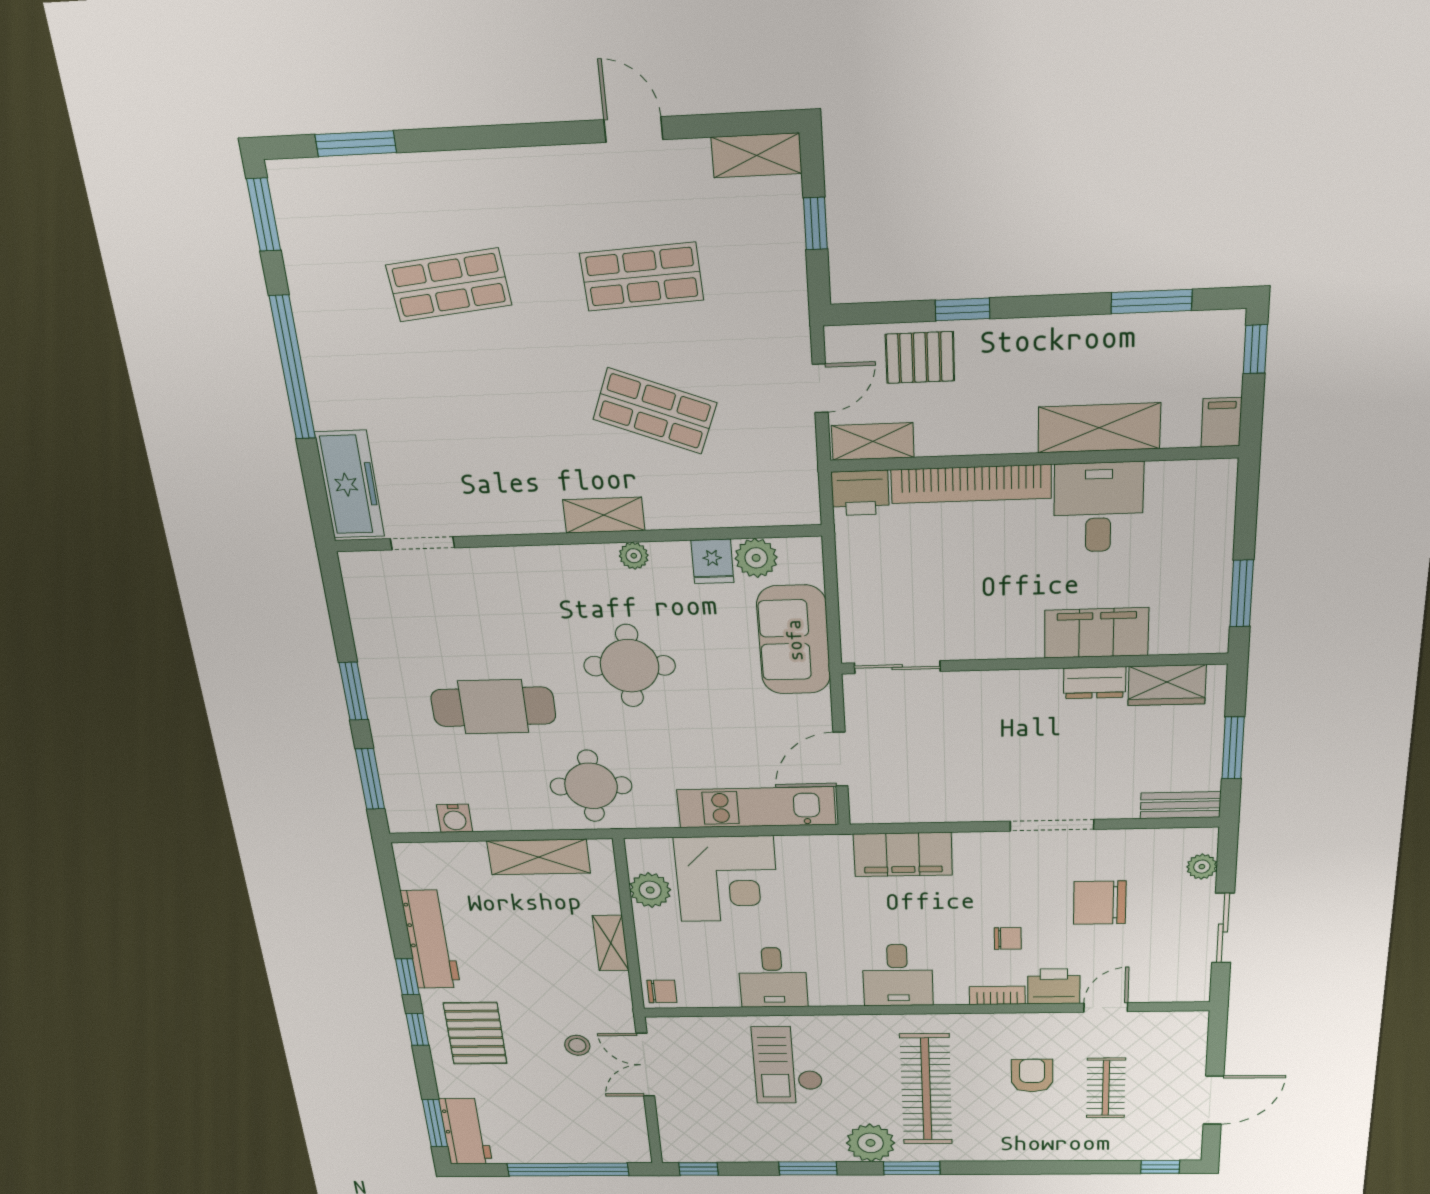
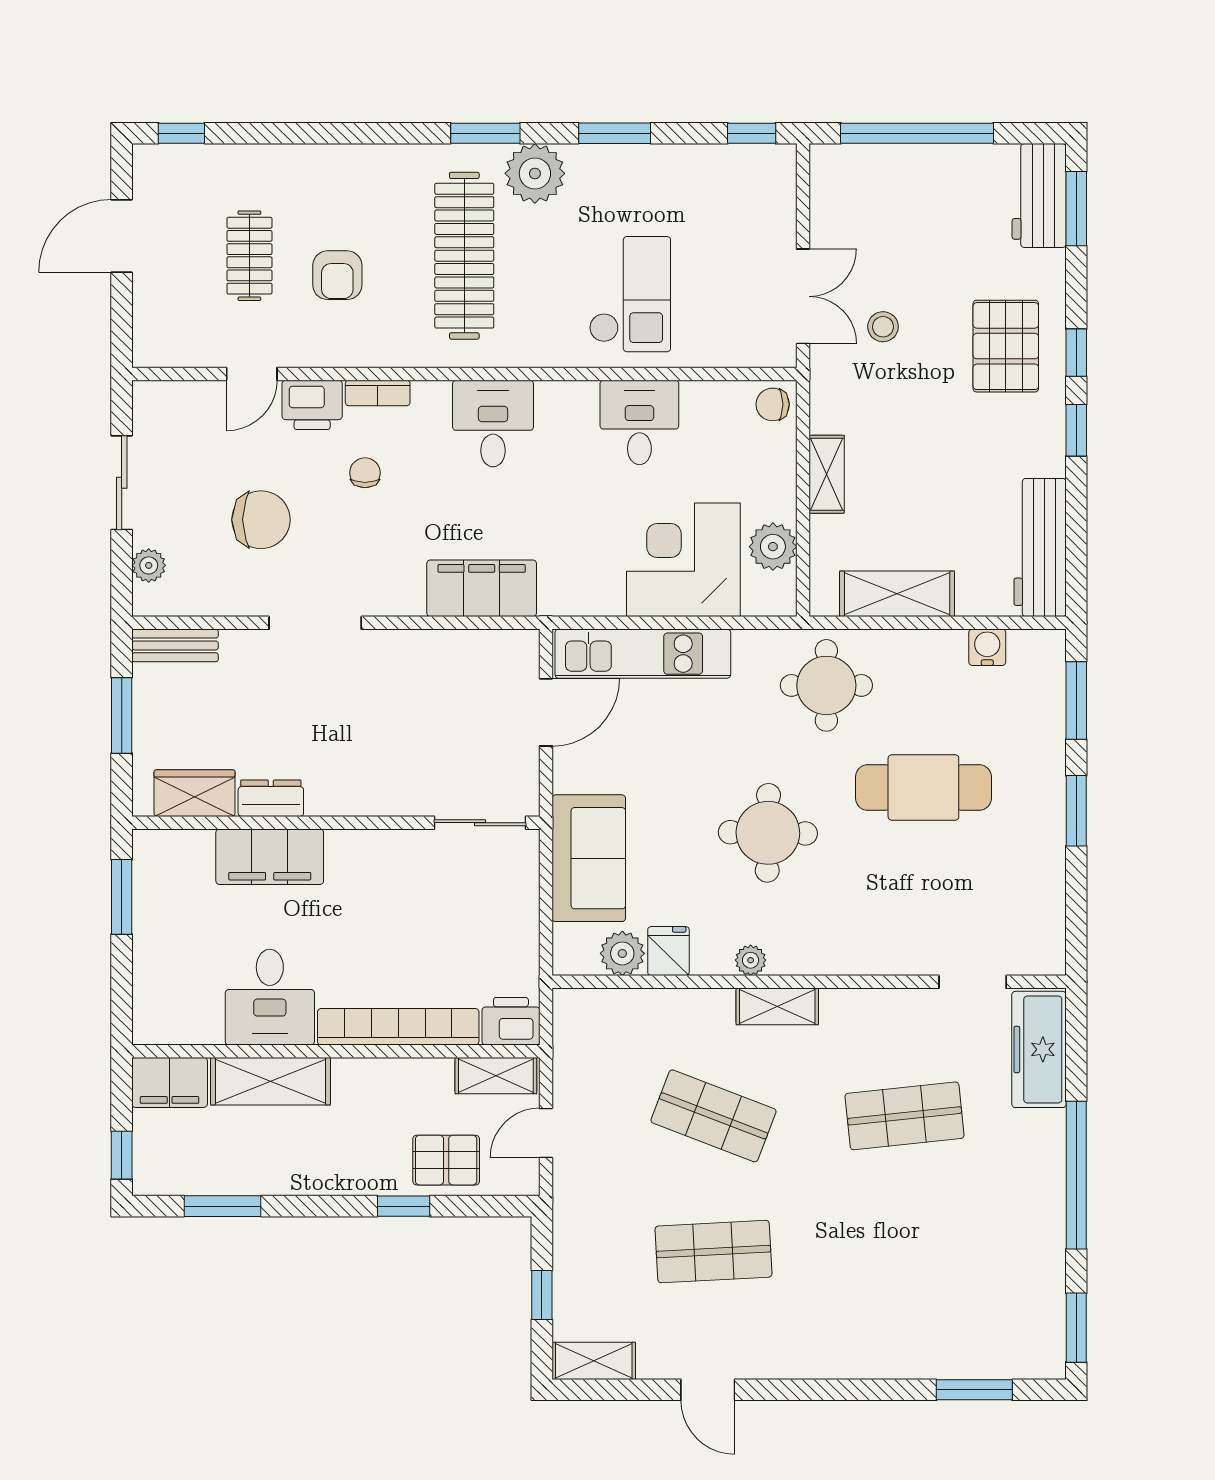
shop shelf: (449, 285) -> (905, 1116), moved
filing cabinet: (1221, 422) -> (170, 1082), width x2.00
chair: (1008, 938) -> (365, 473), turned 90
workbench: (431, 940) -> (1040, 547), moved

